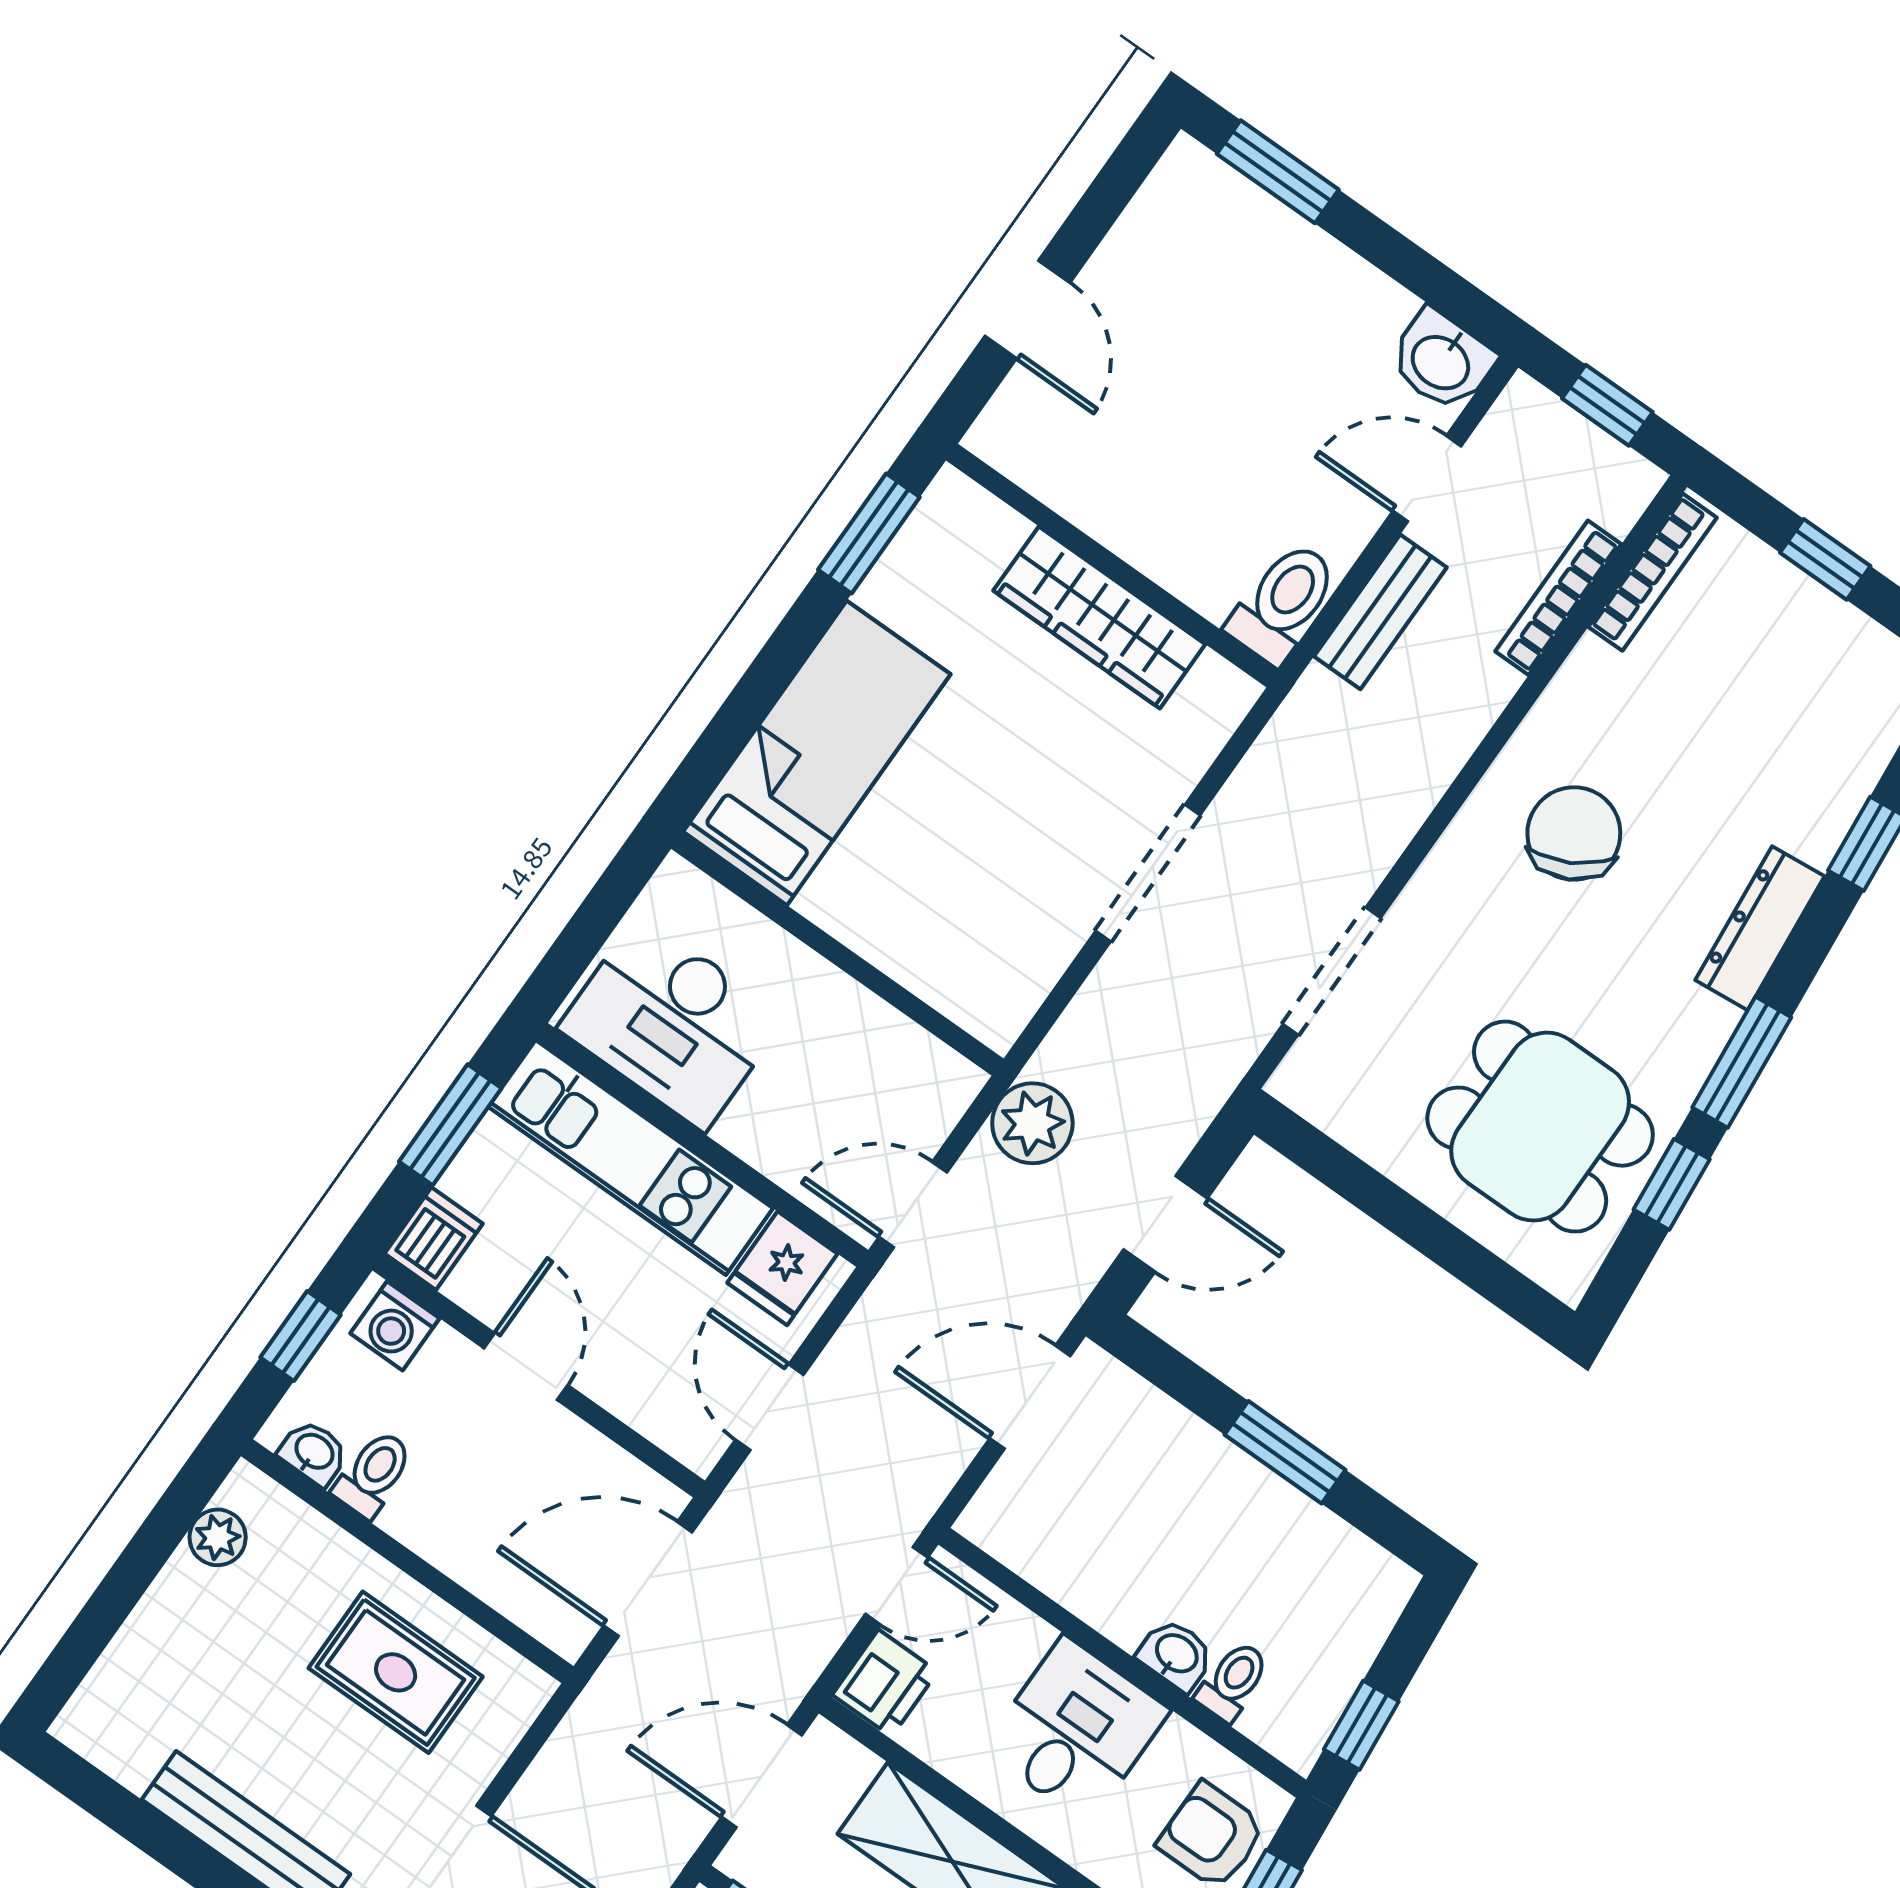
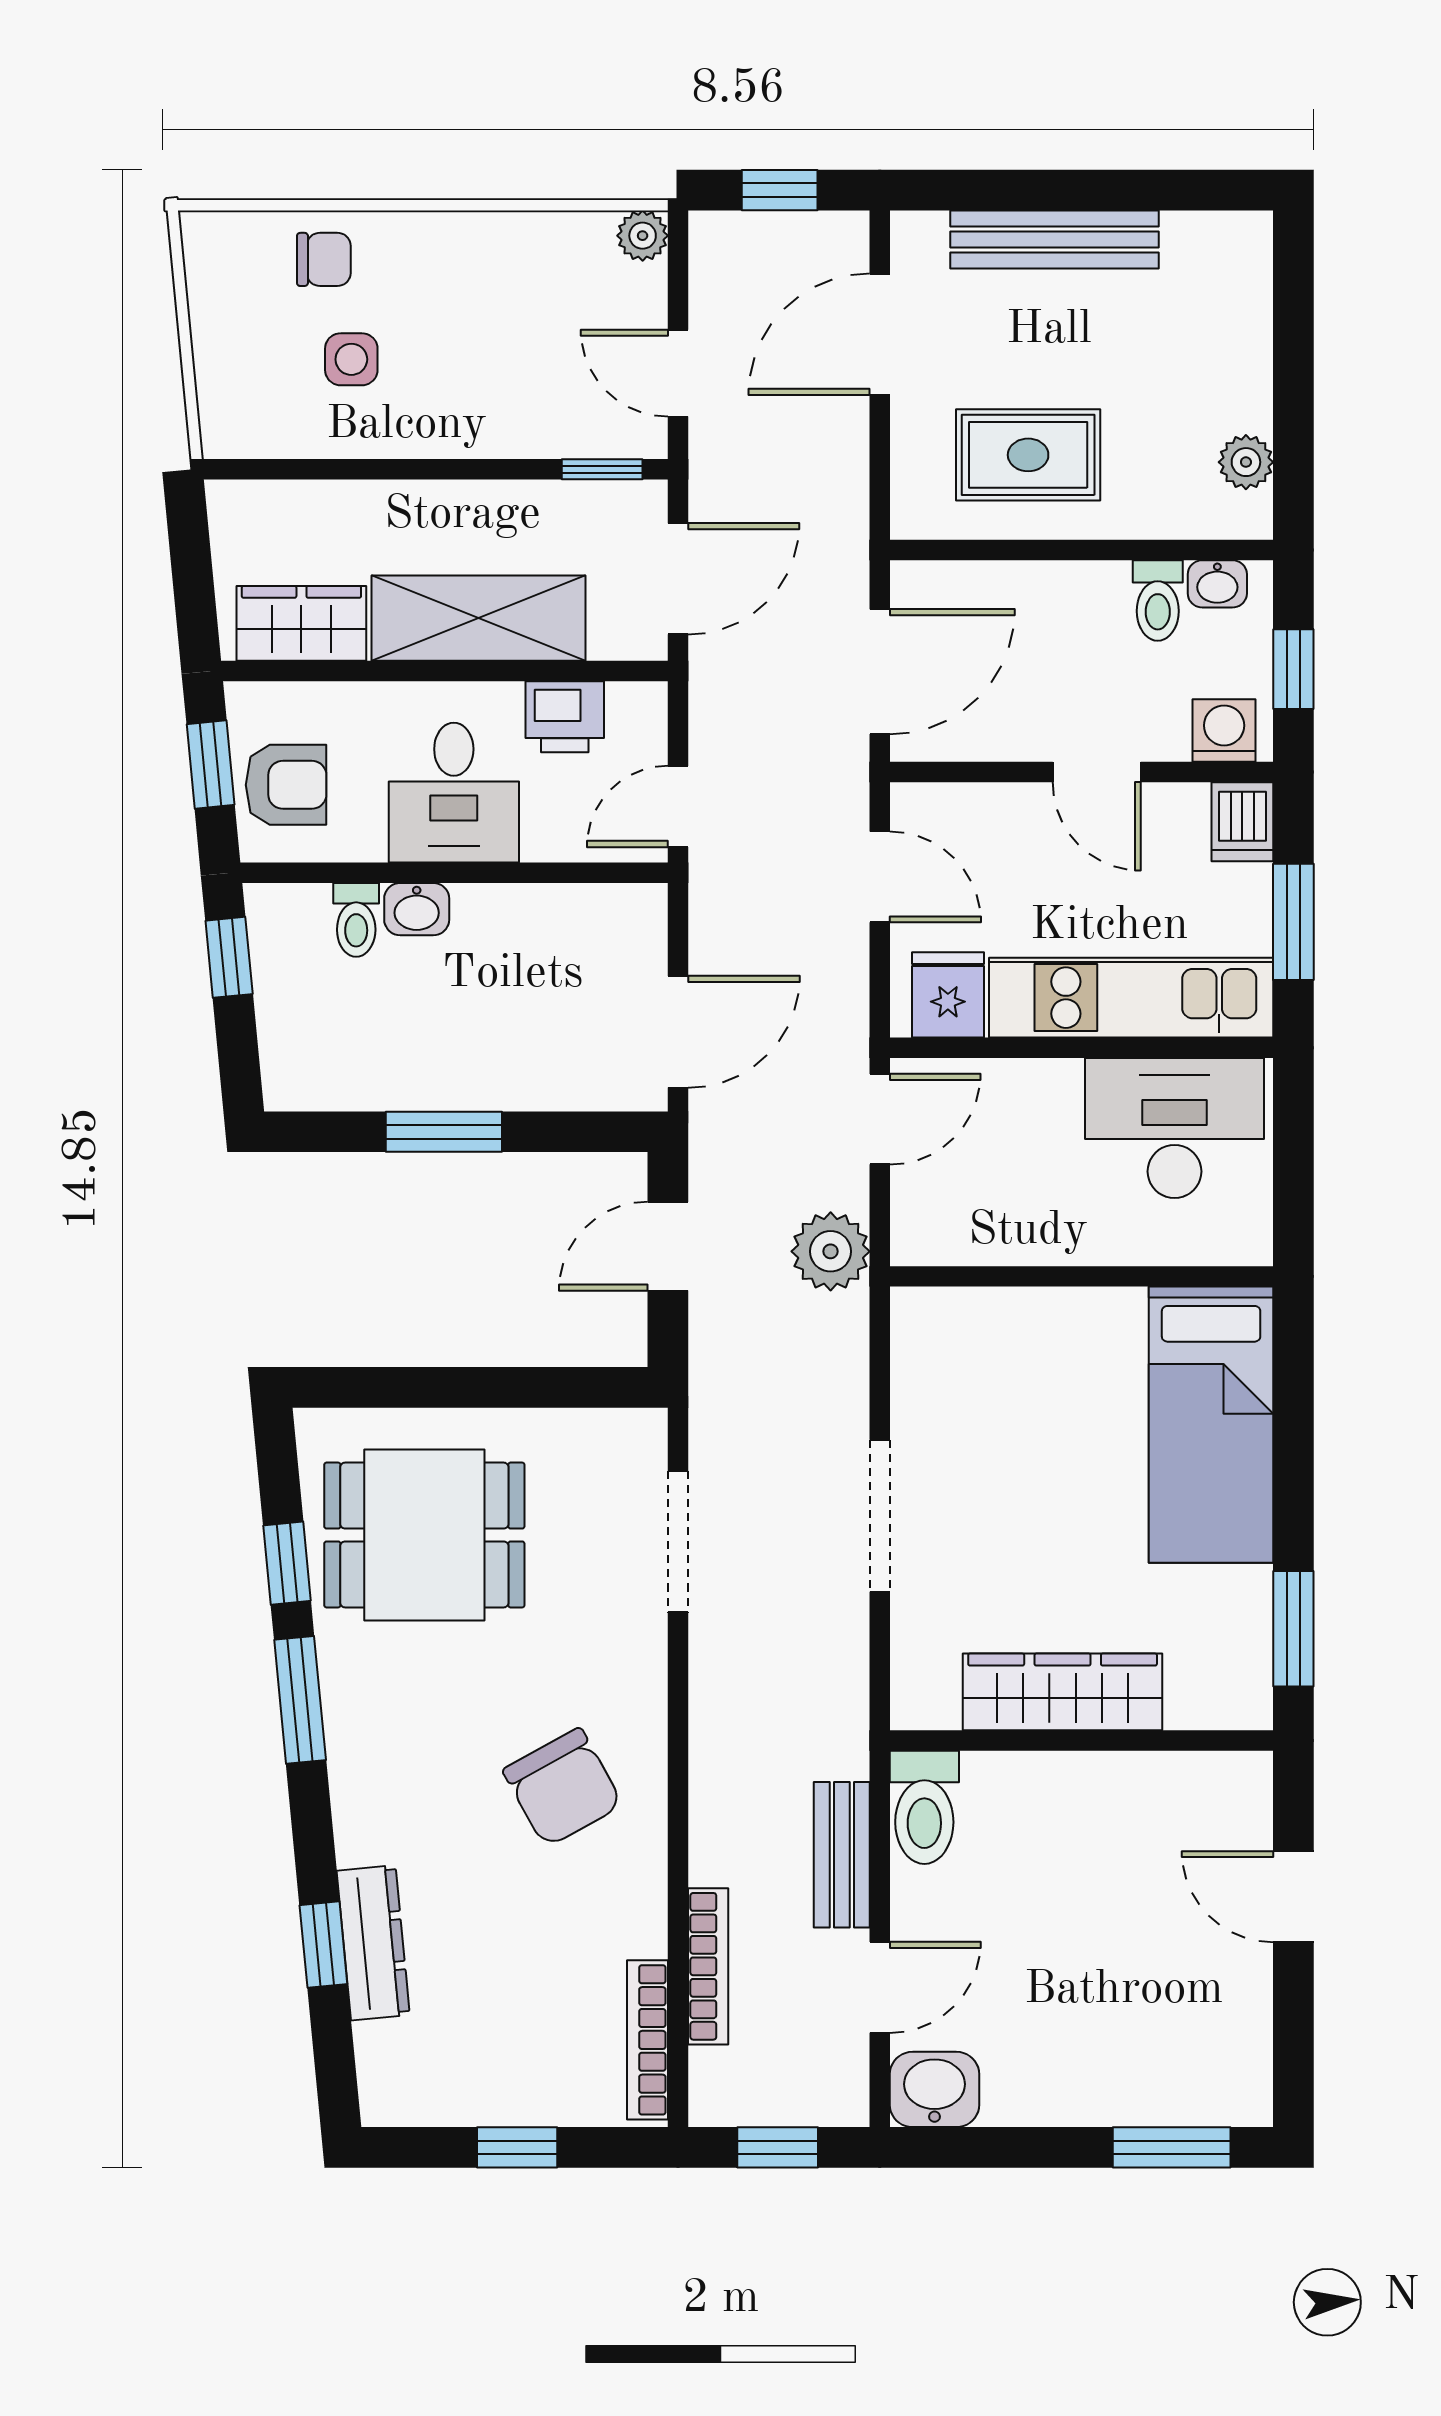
dresser: (1760, 928) -> (373, 1943), moved
printer: (885, 1683) -> (565, 717), moved, turned -90

